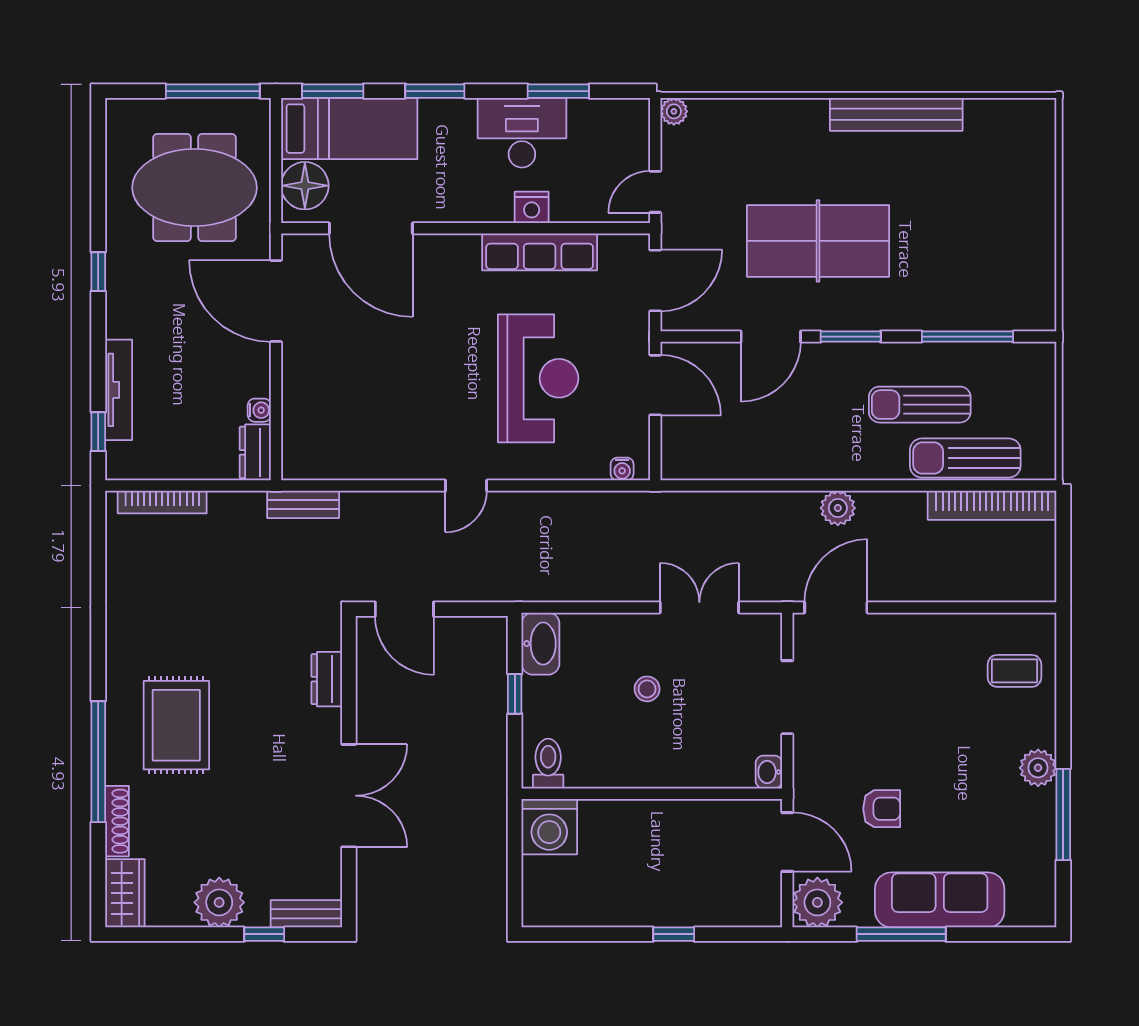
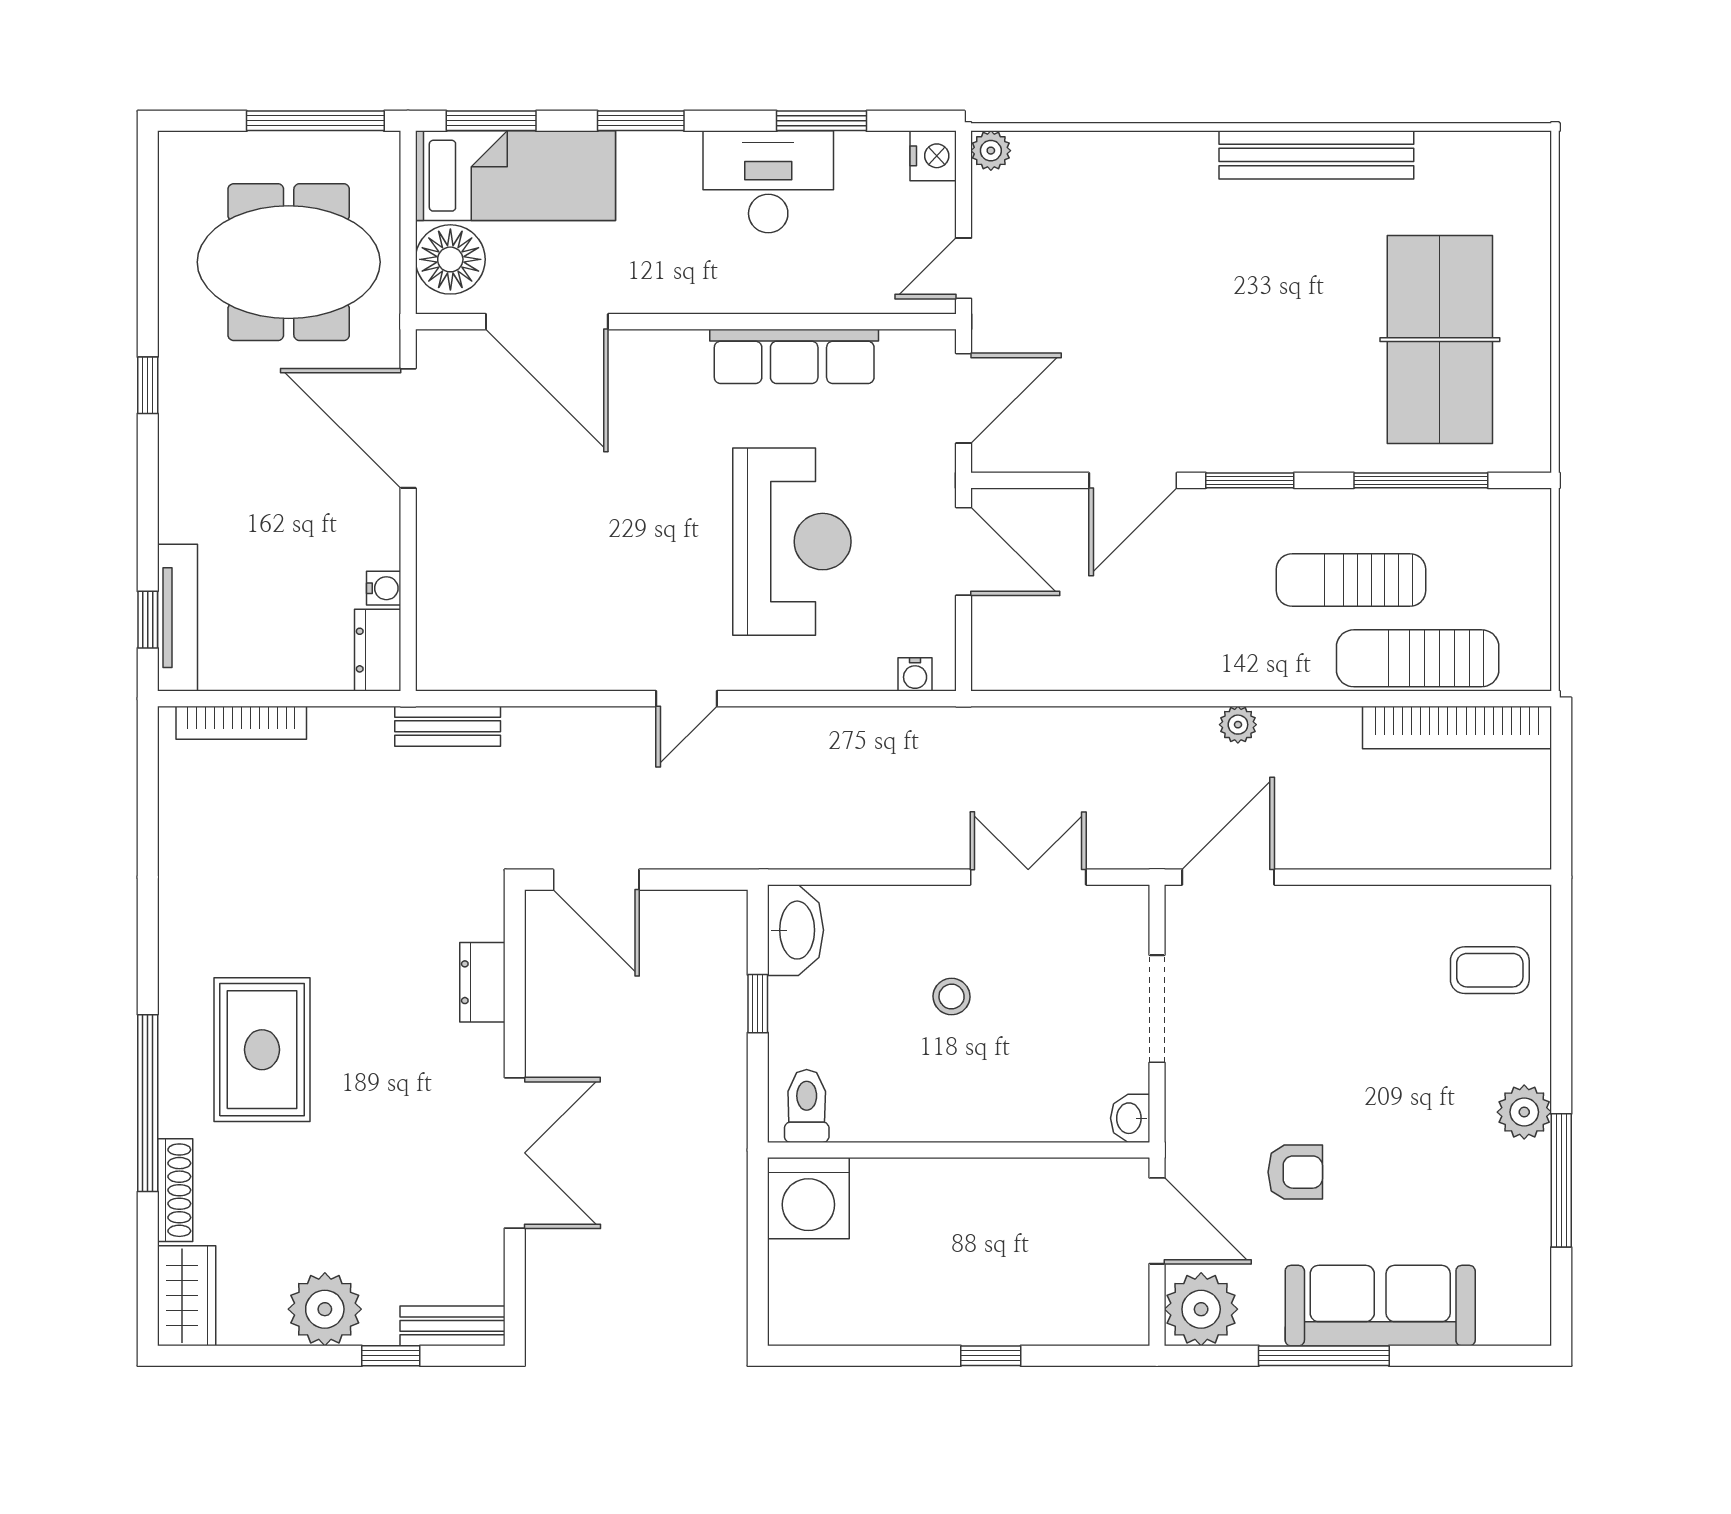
nightstand: (532, 207) -> (933, 156), moved, turned -90
table tennis table: (818, 241) -> (1440, 340), moved, turned 90
tv unit: (119, 390) -> (178, 618), moved
plant: (838, 508) -> (1238, 725), width x0.73, depth x0.73

